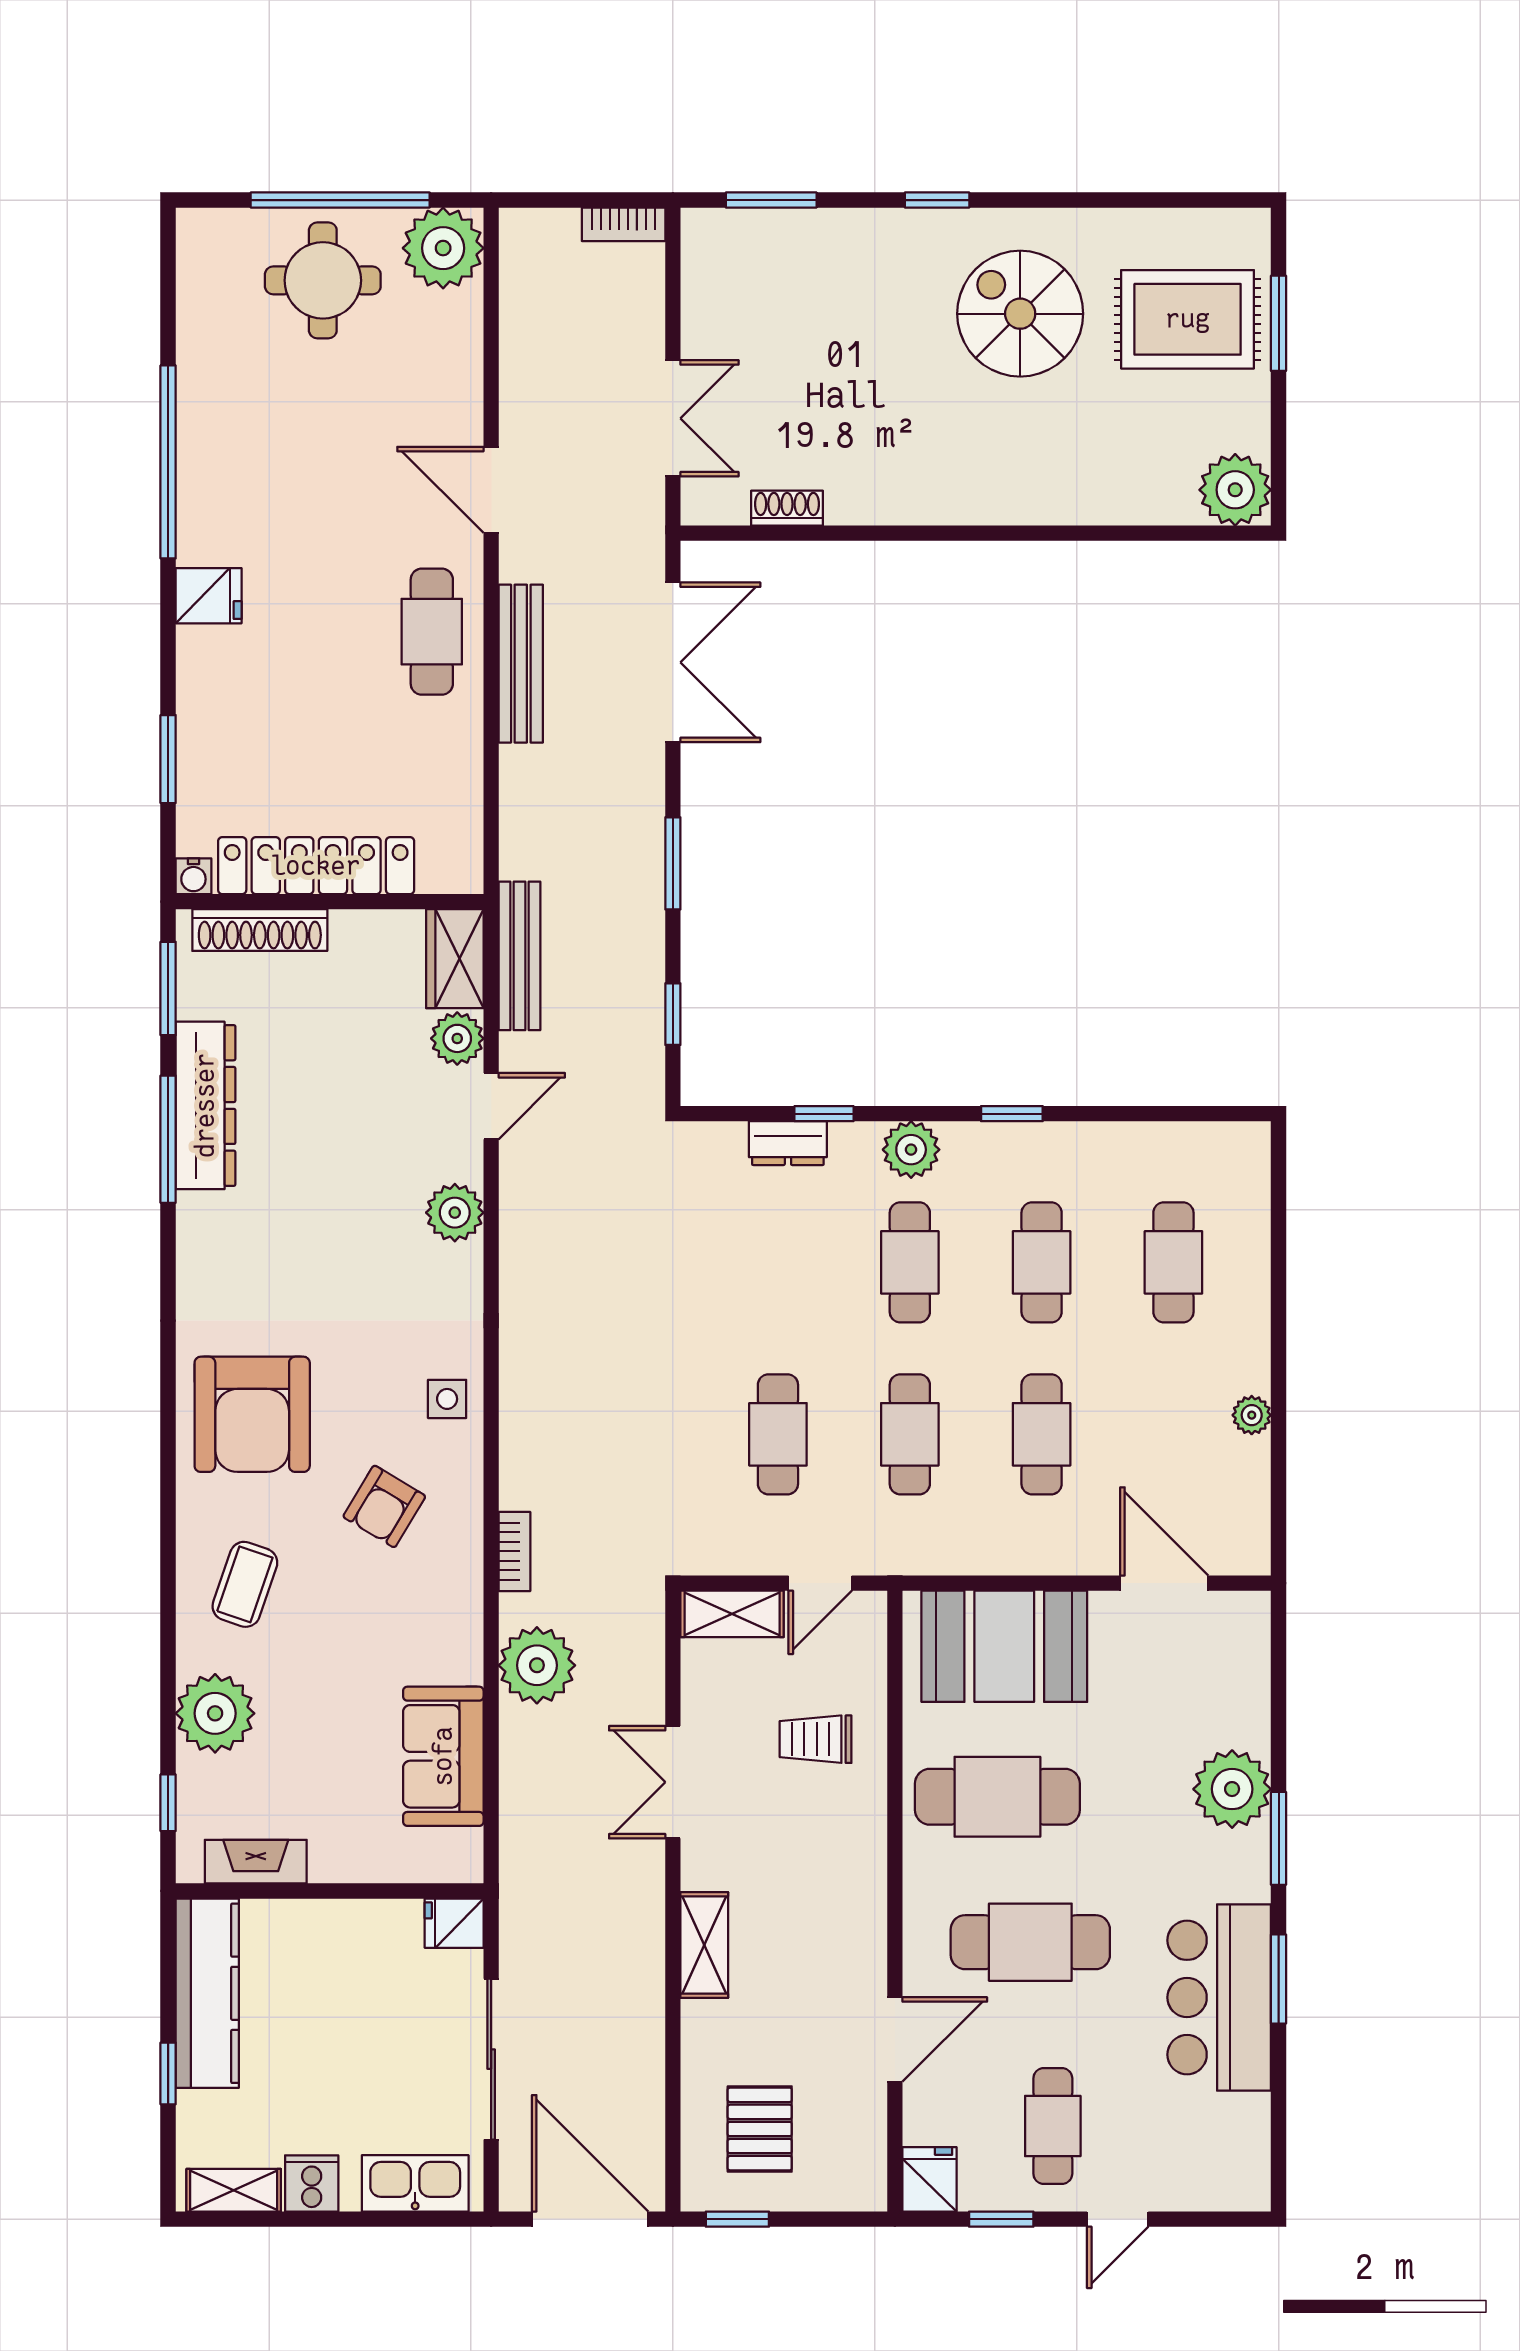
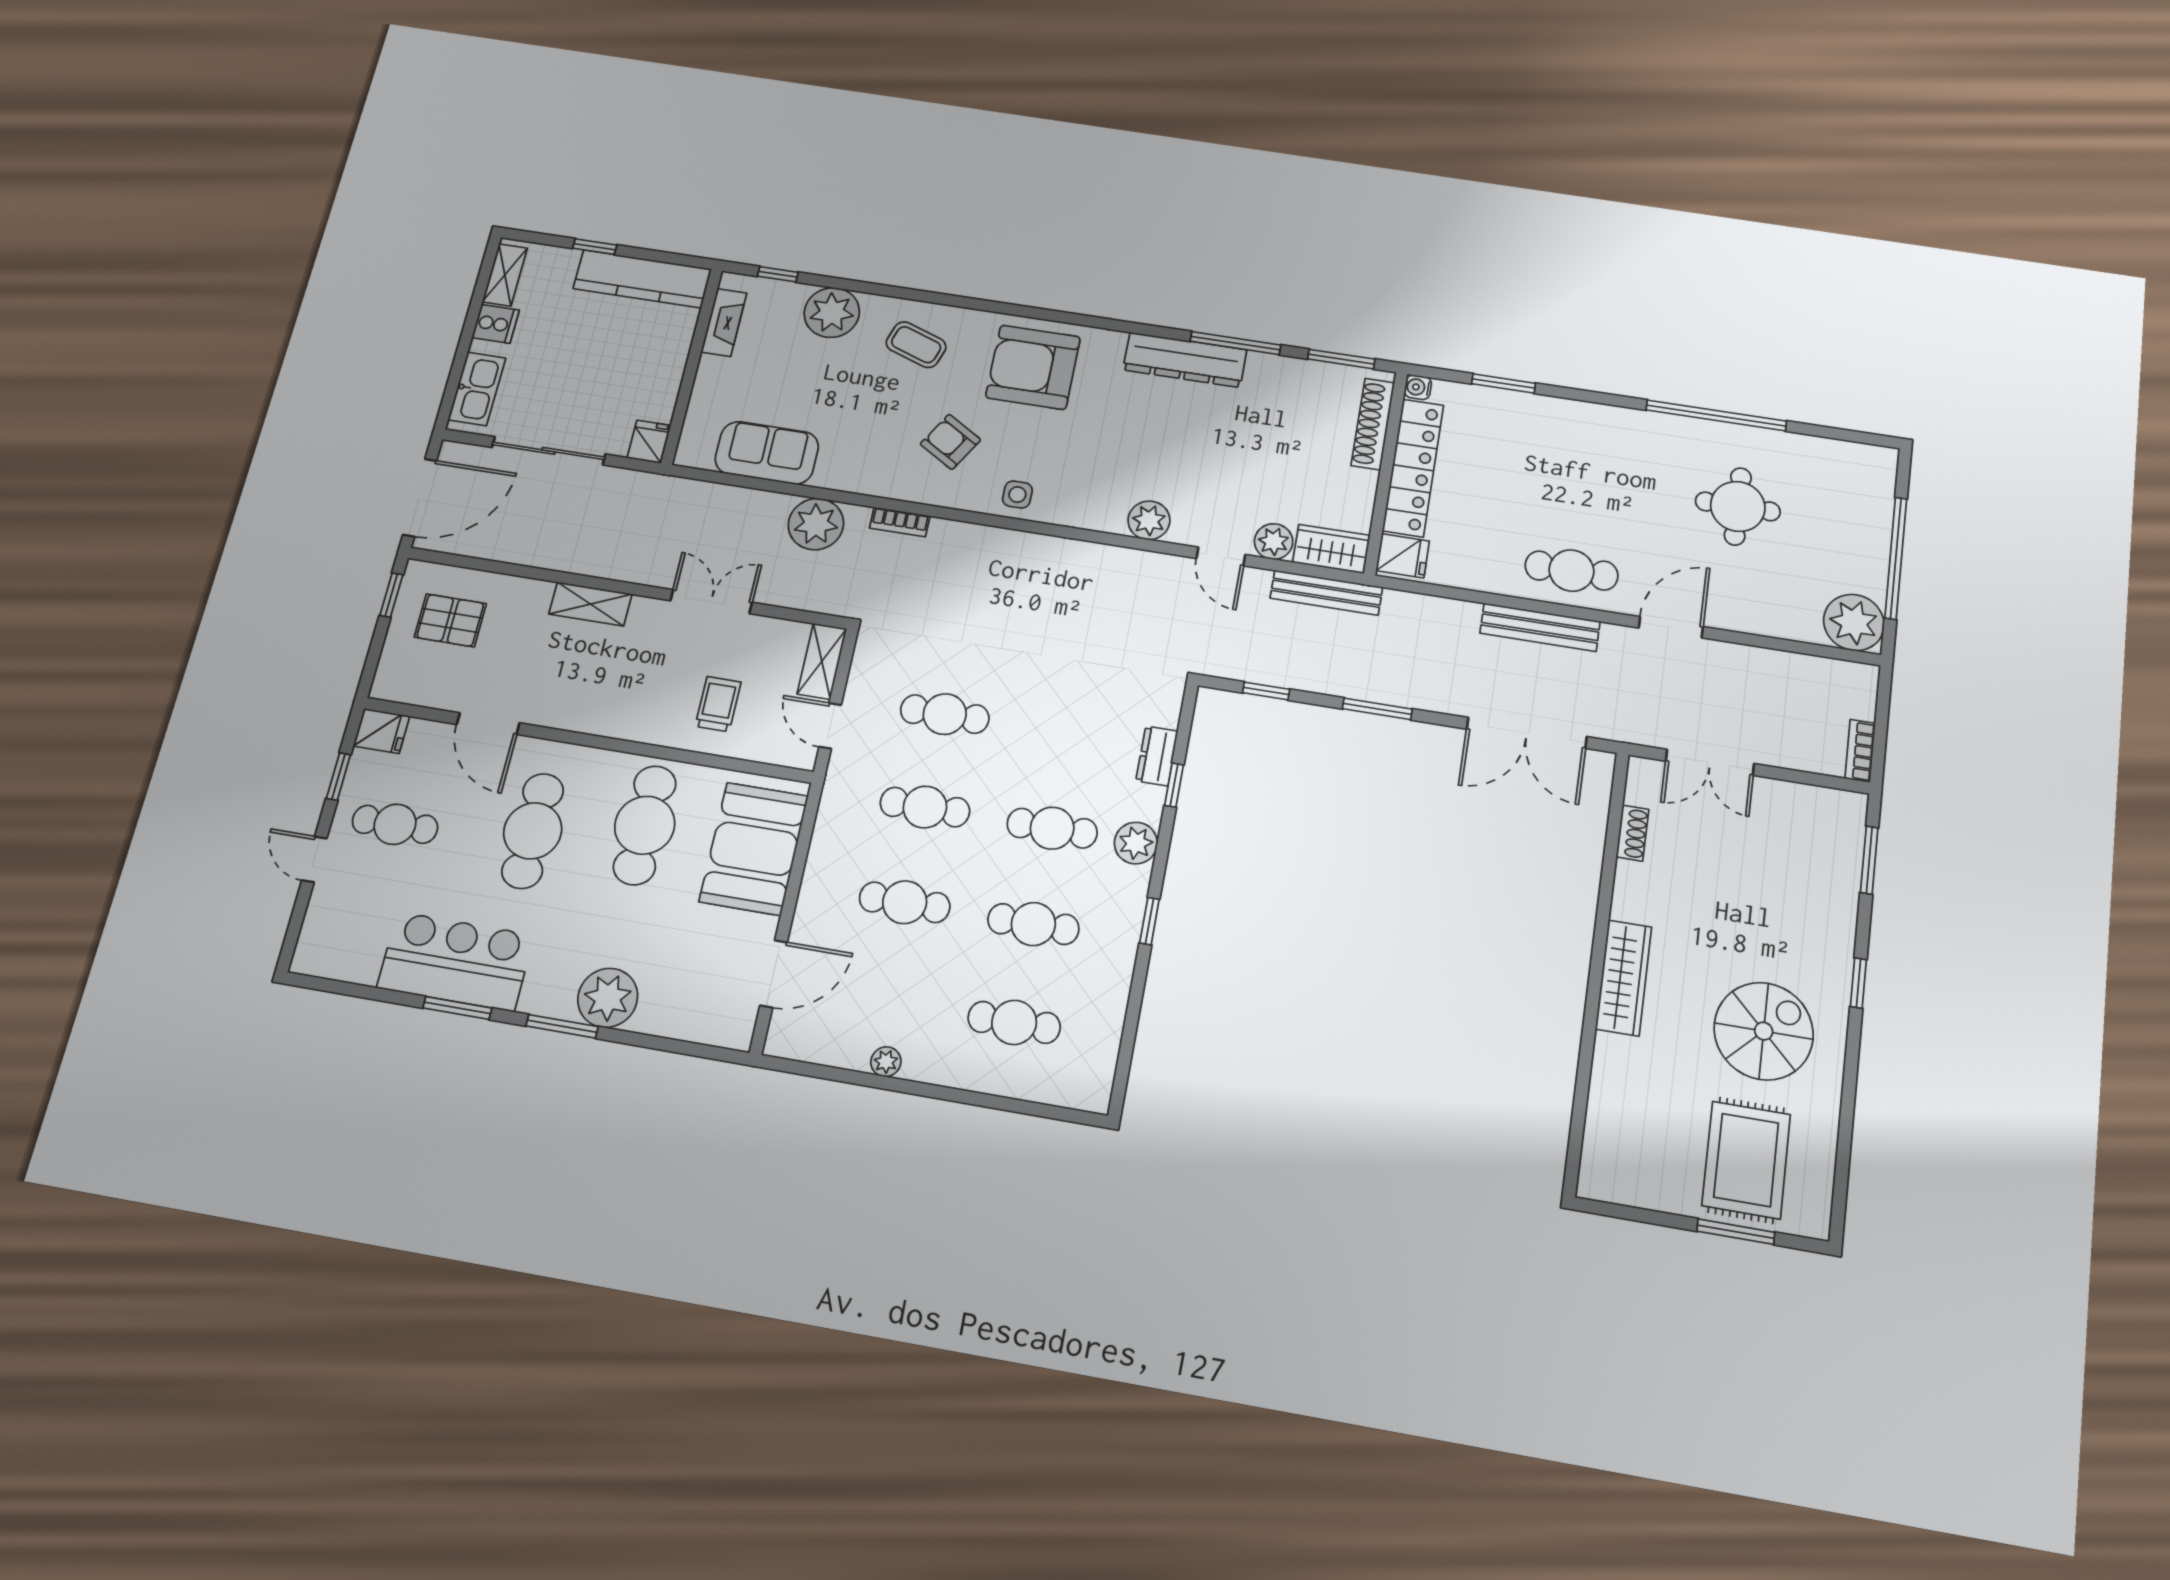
round table: (323, 280) -> (1738, 506), moved
plant: (1235, 490) -> (1607, 1174), removed
wardrobe: (982, 497) -> (1624, 978), added
fridge: (209, 596) -> (1403, 556), moved, turned -90
dresser: (205, 1105) -> (1185, 360), moved

